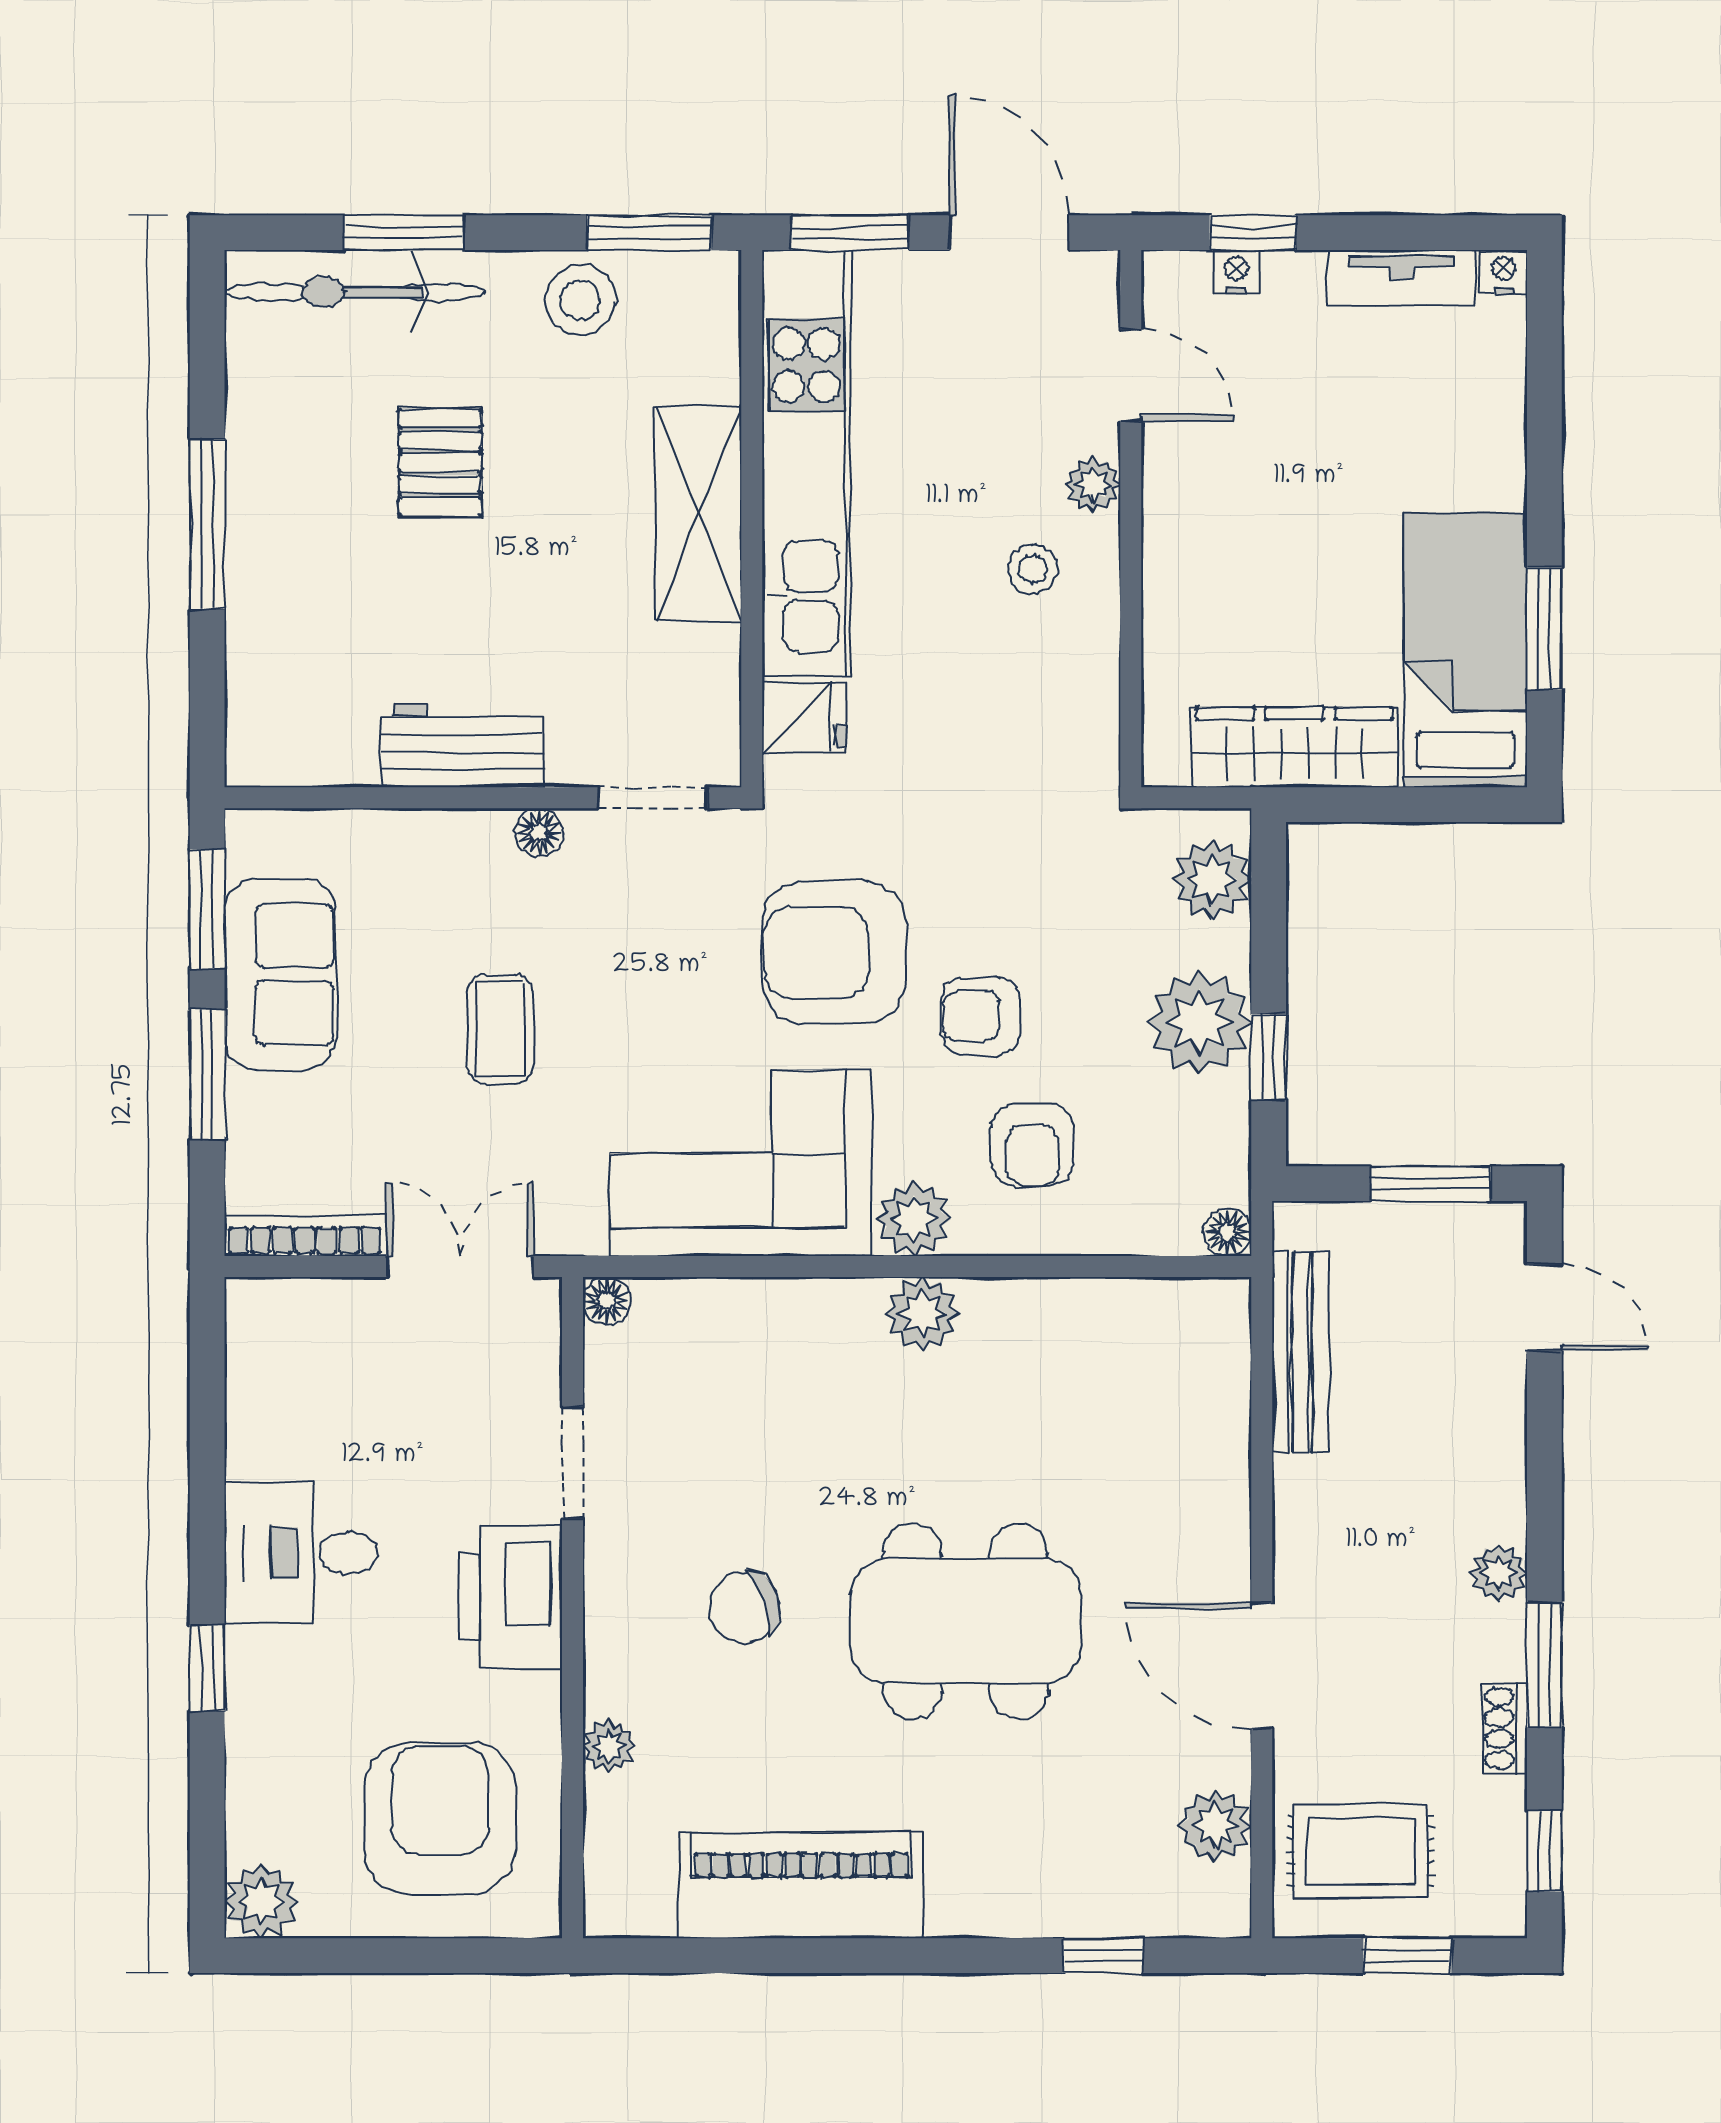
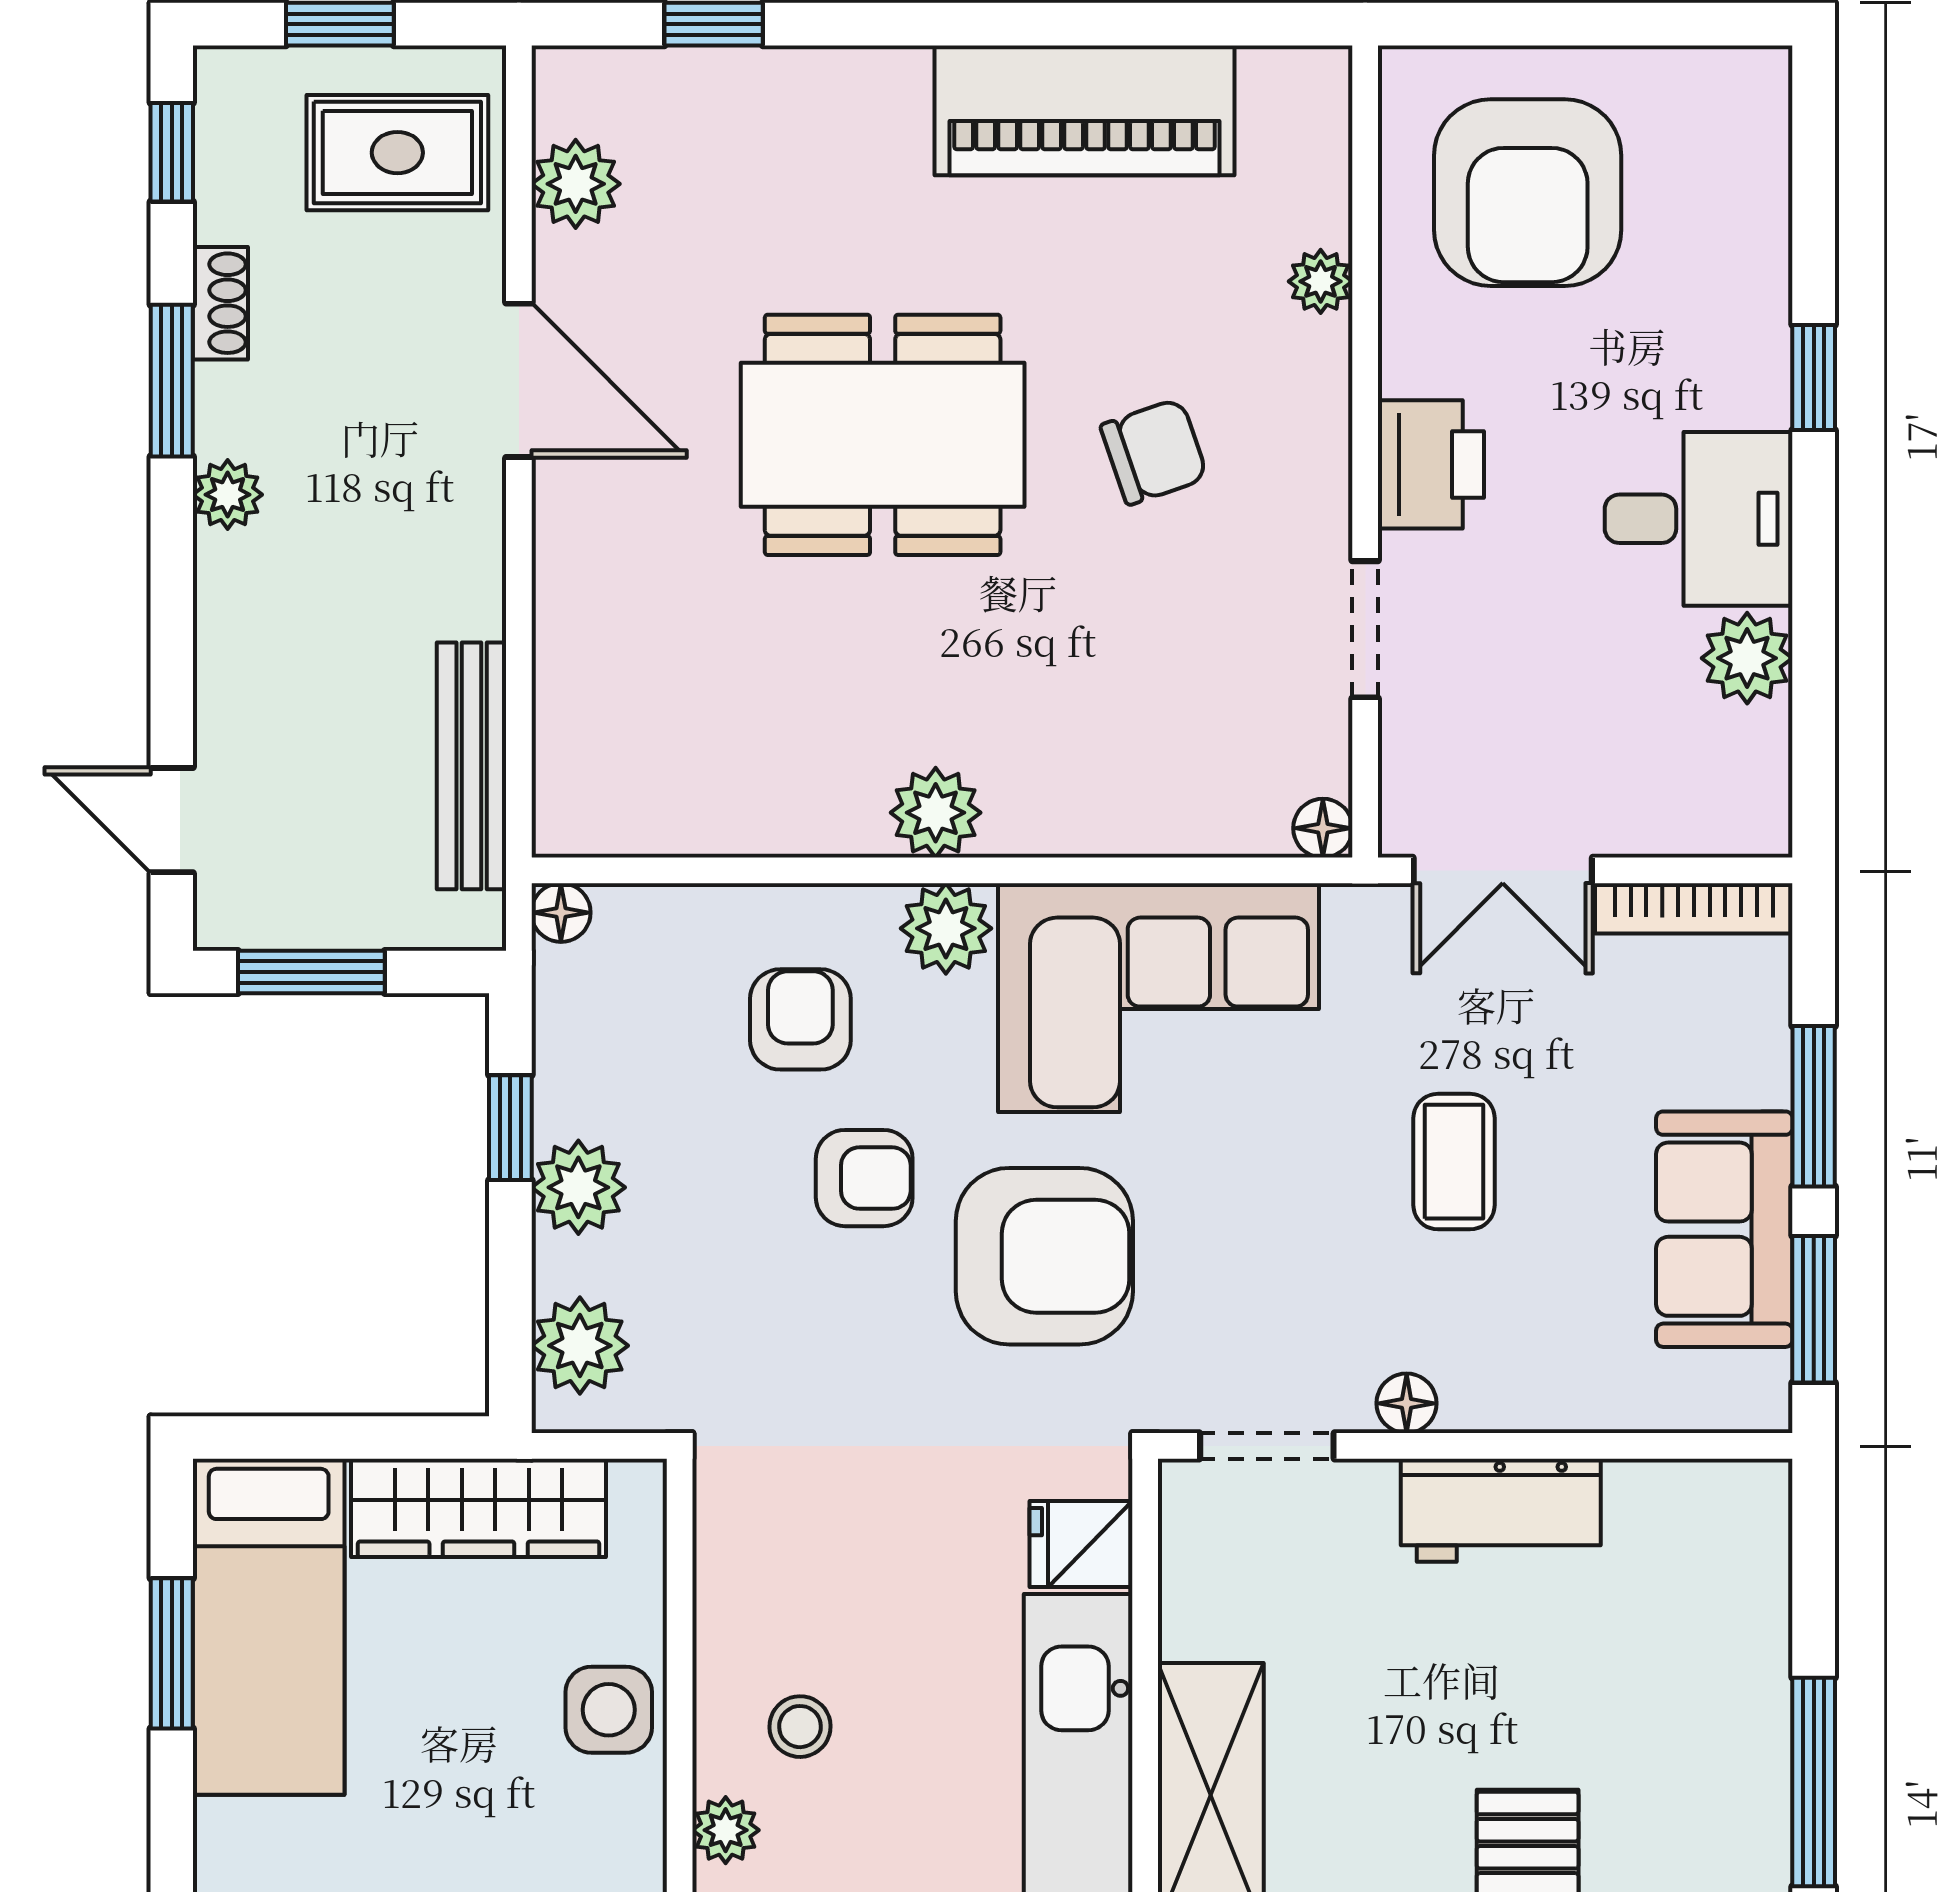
side table: (1189, 583) -> (609, 1710), added
plant: (1199, 1022) -> (578, 1187), width x0.73, depth x0.73
printer: (511, 1597) -> (1431, 464), width x0.73, depth x0.84
plant: (261, 1901) -> (1747, 658), moved

